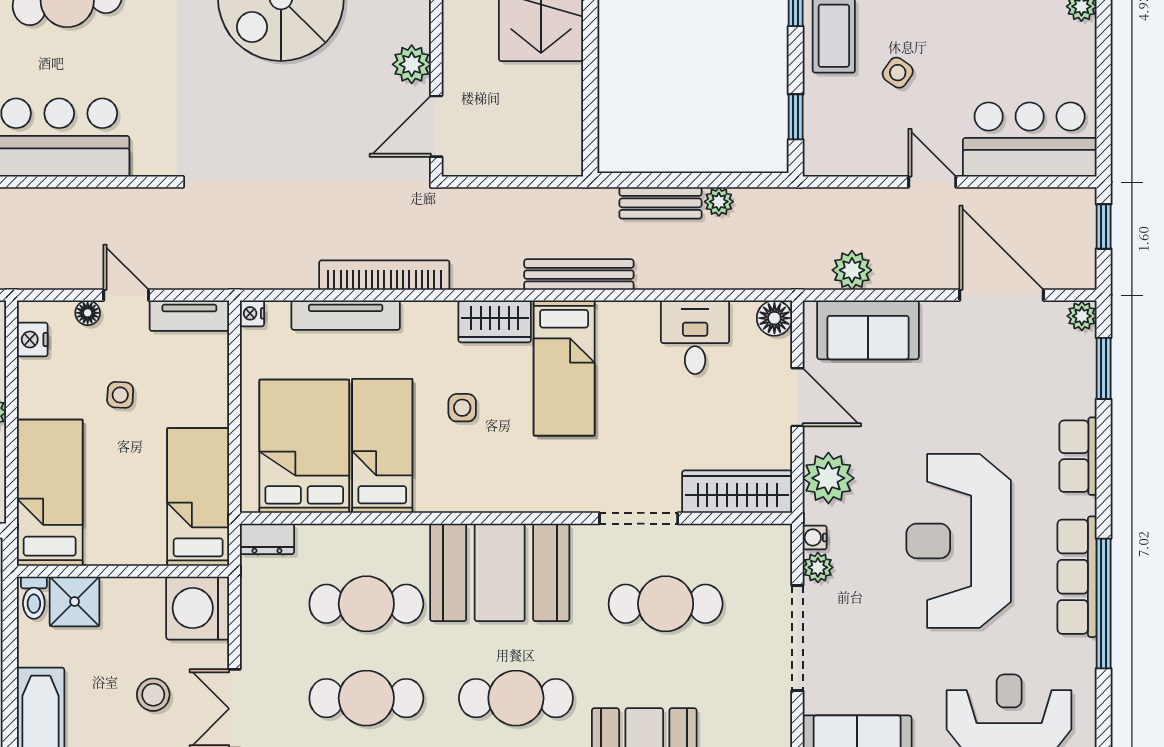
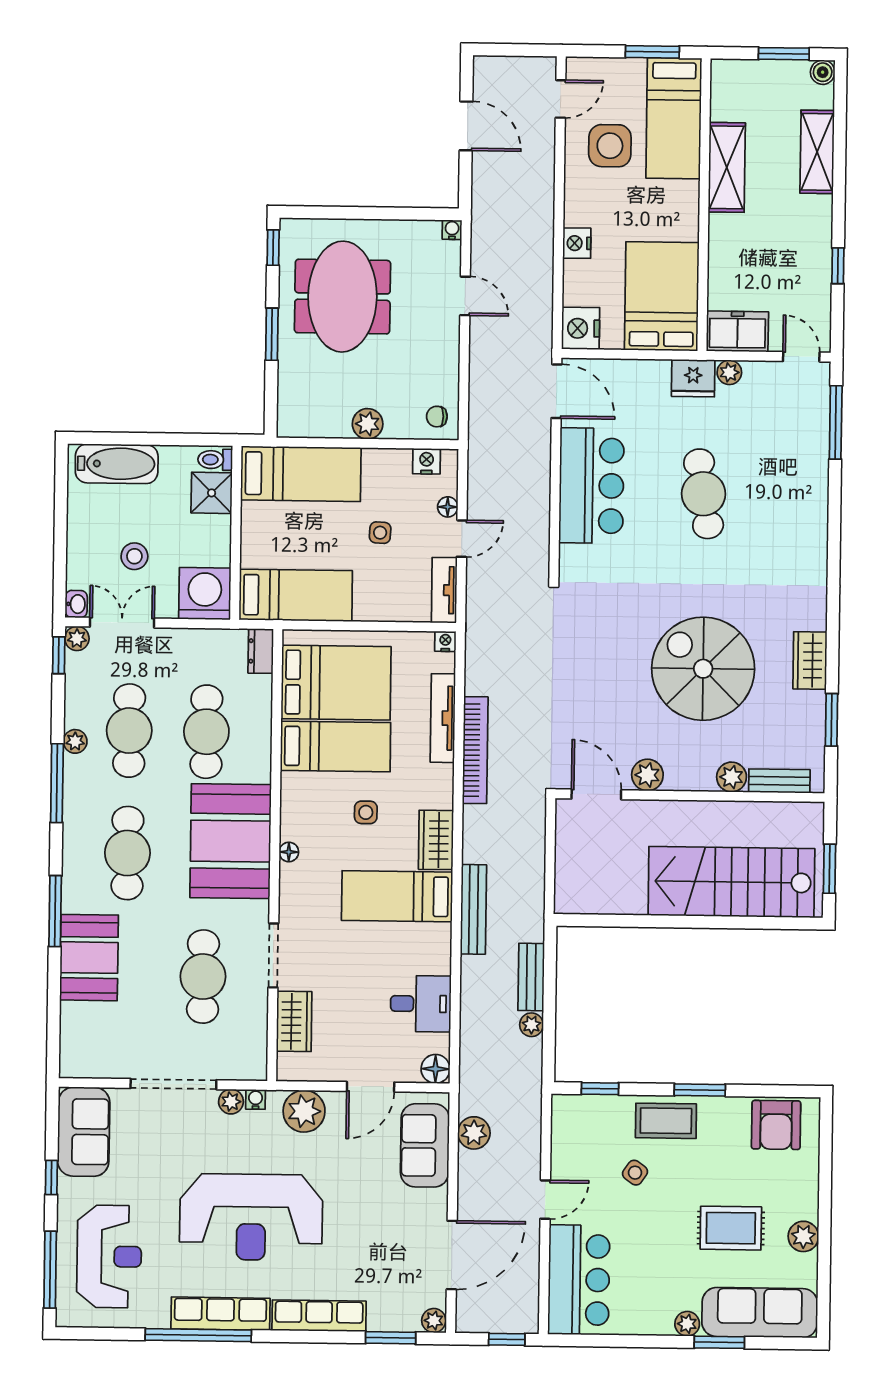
row of seats: (1078, 456) -> (319, 1316), width x1.48
wardrobe: (737, 492) -> (294, 1021), width x0.67
floor lamp: (512, 501) -> (289, 852), added
reception desk: (959, 541) -> (251, 1217), turned 180

